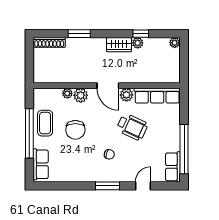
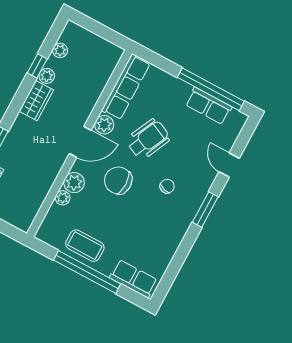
plant: (175, 43) -> (60, 50), moved
chair: (75, 130) -> (118, 180), moved, turned 180
row of seats: (173, 167) -> (209, 106), moved

